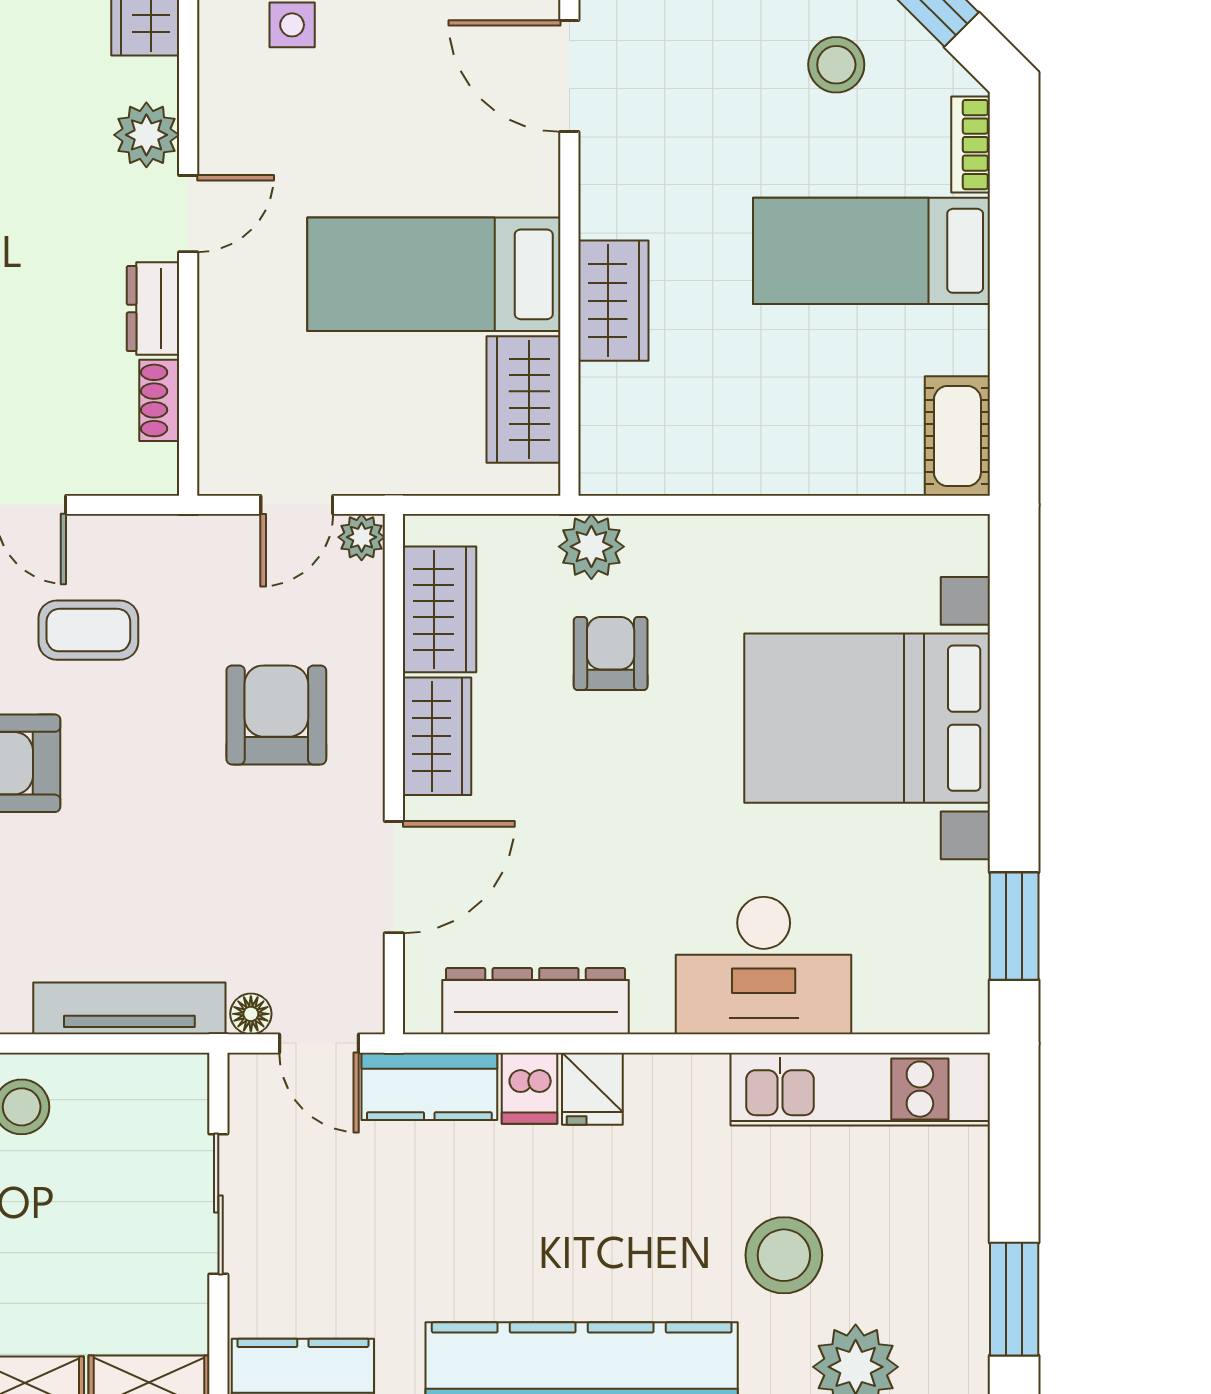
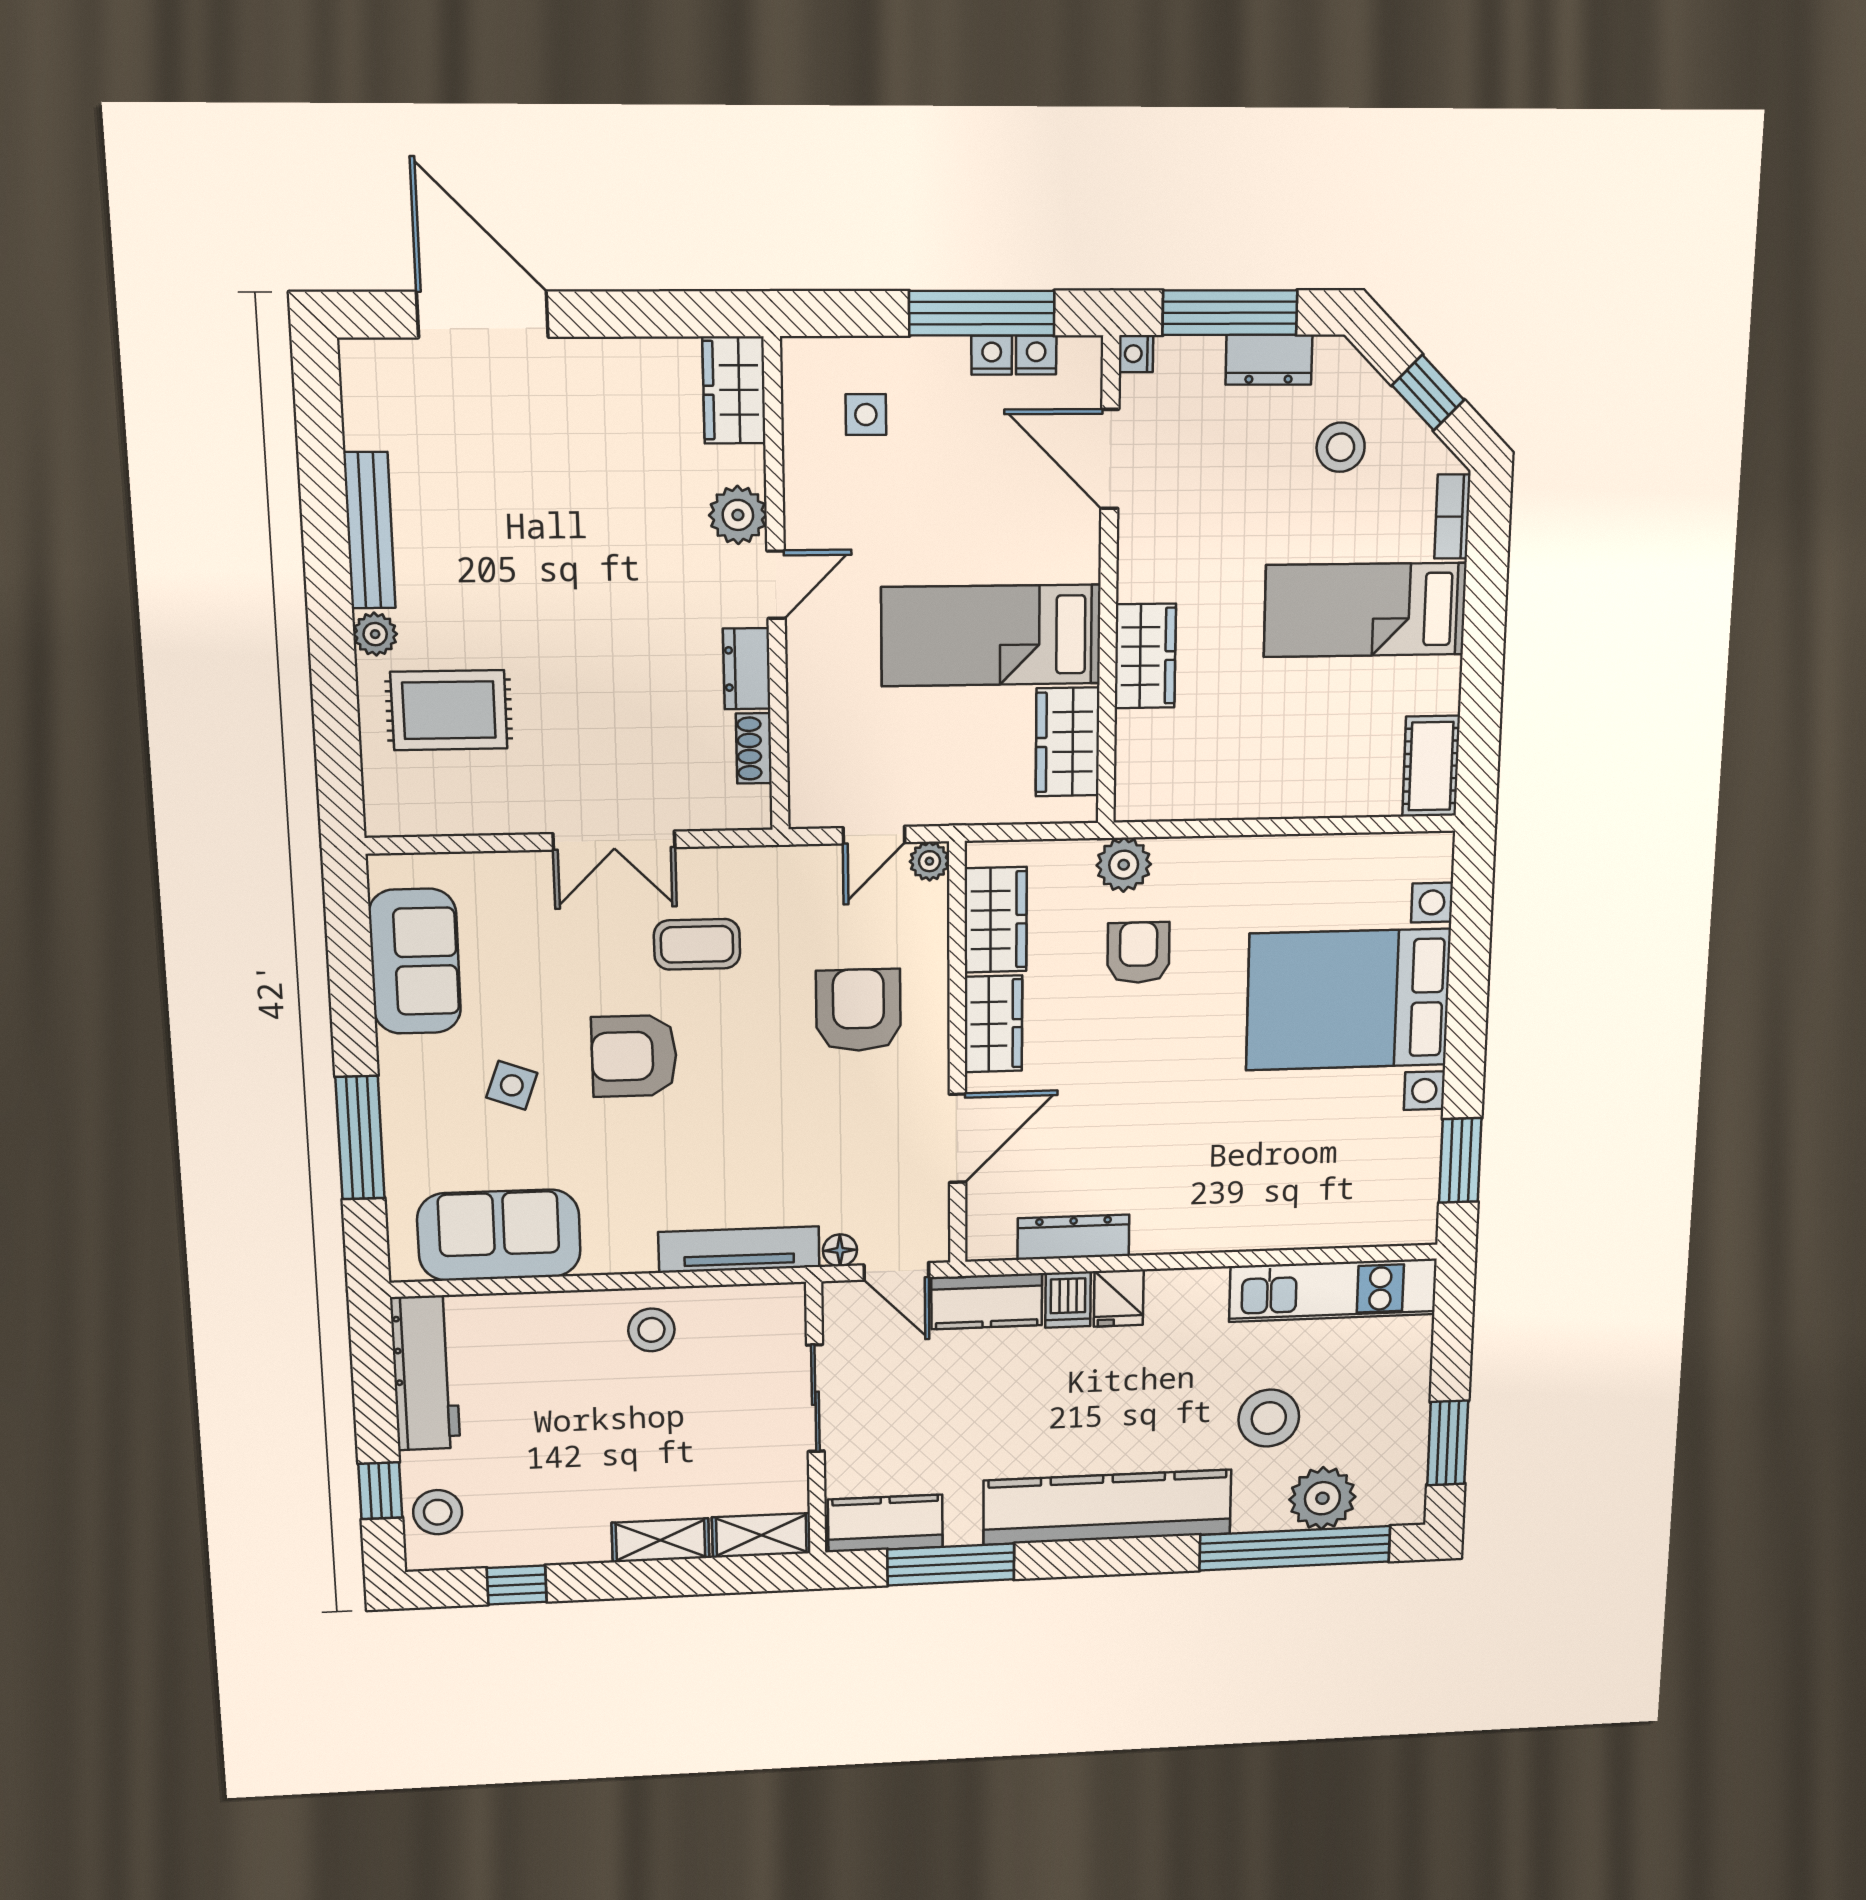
desk: (764, 966) -> (1259, 1198), removed
dresser: (536, 1001) -> (1073, 1237), width x0.73, depth x0.80

